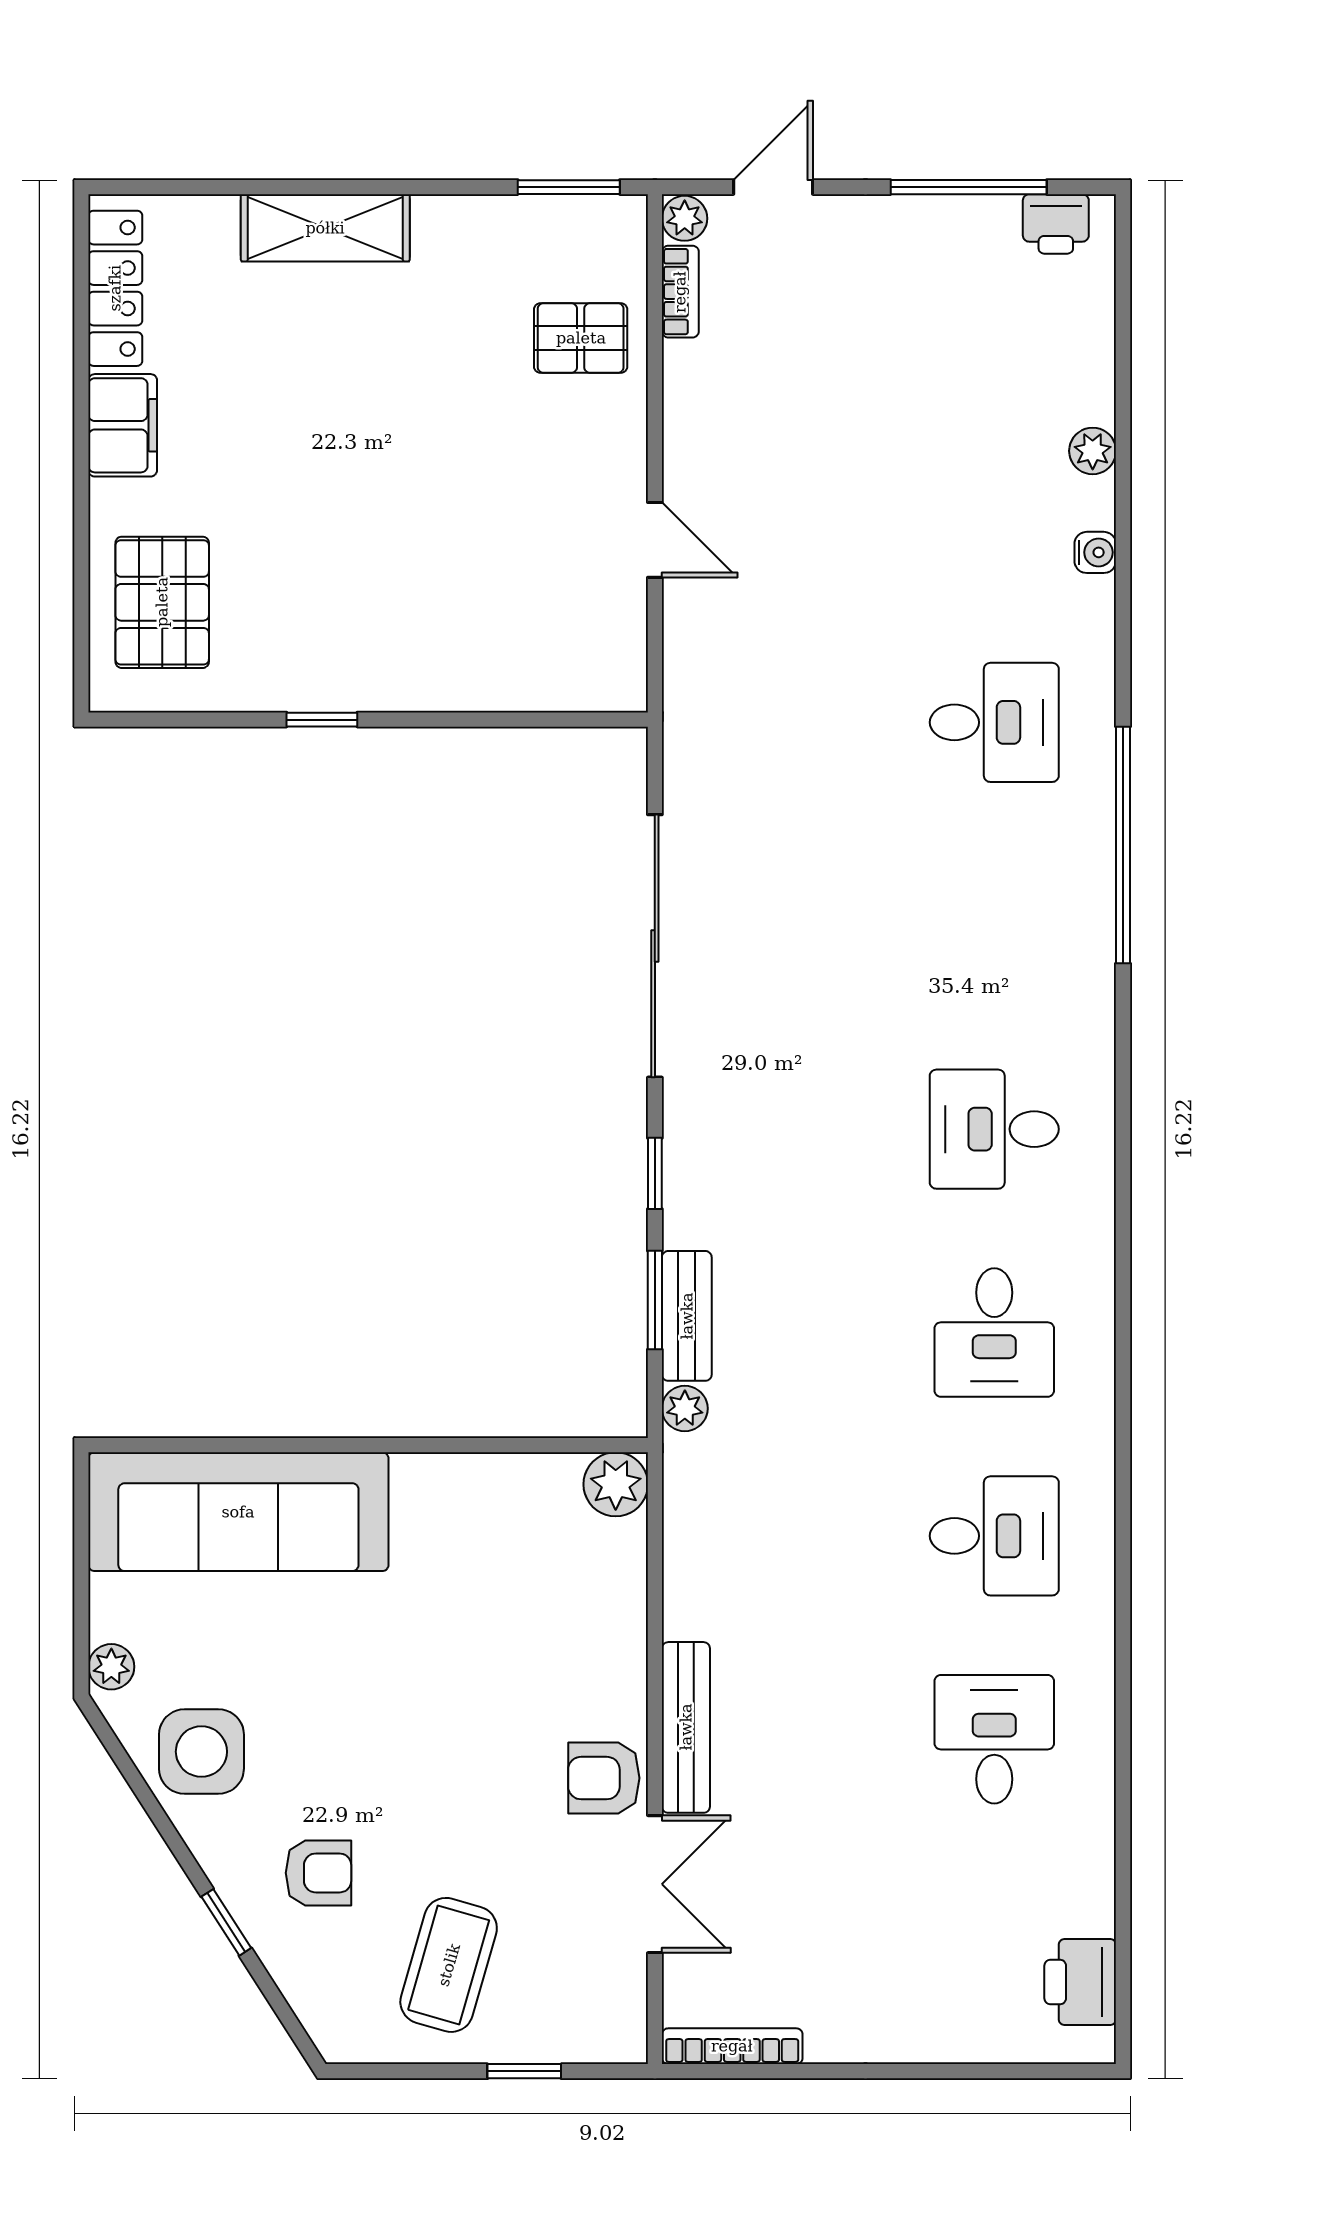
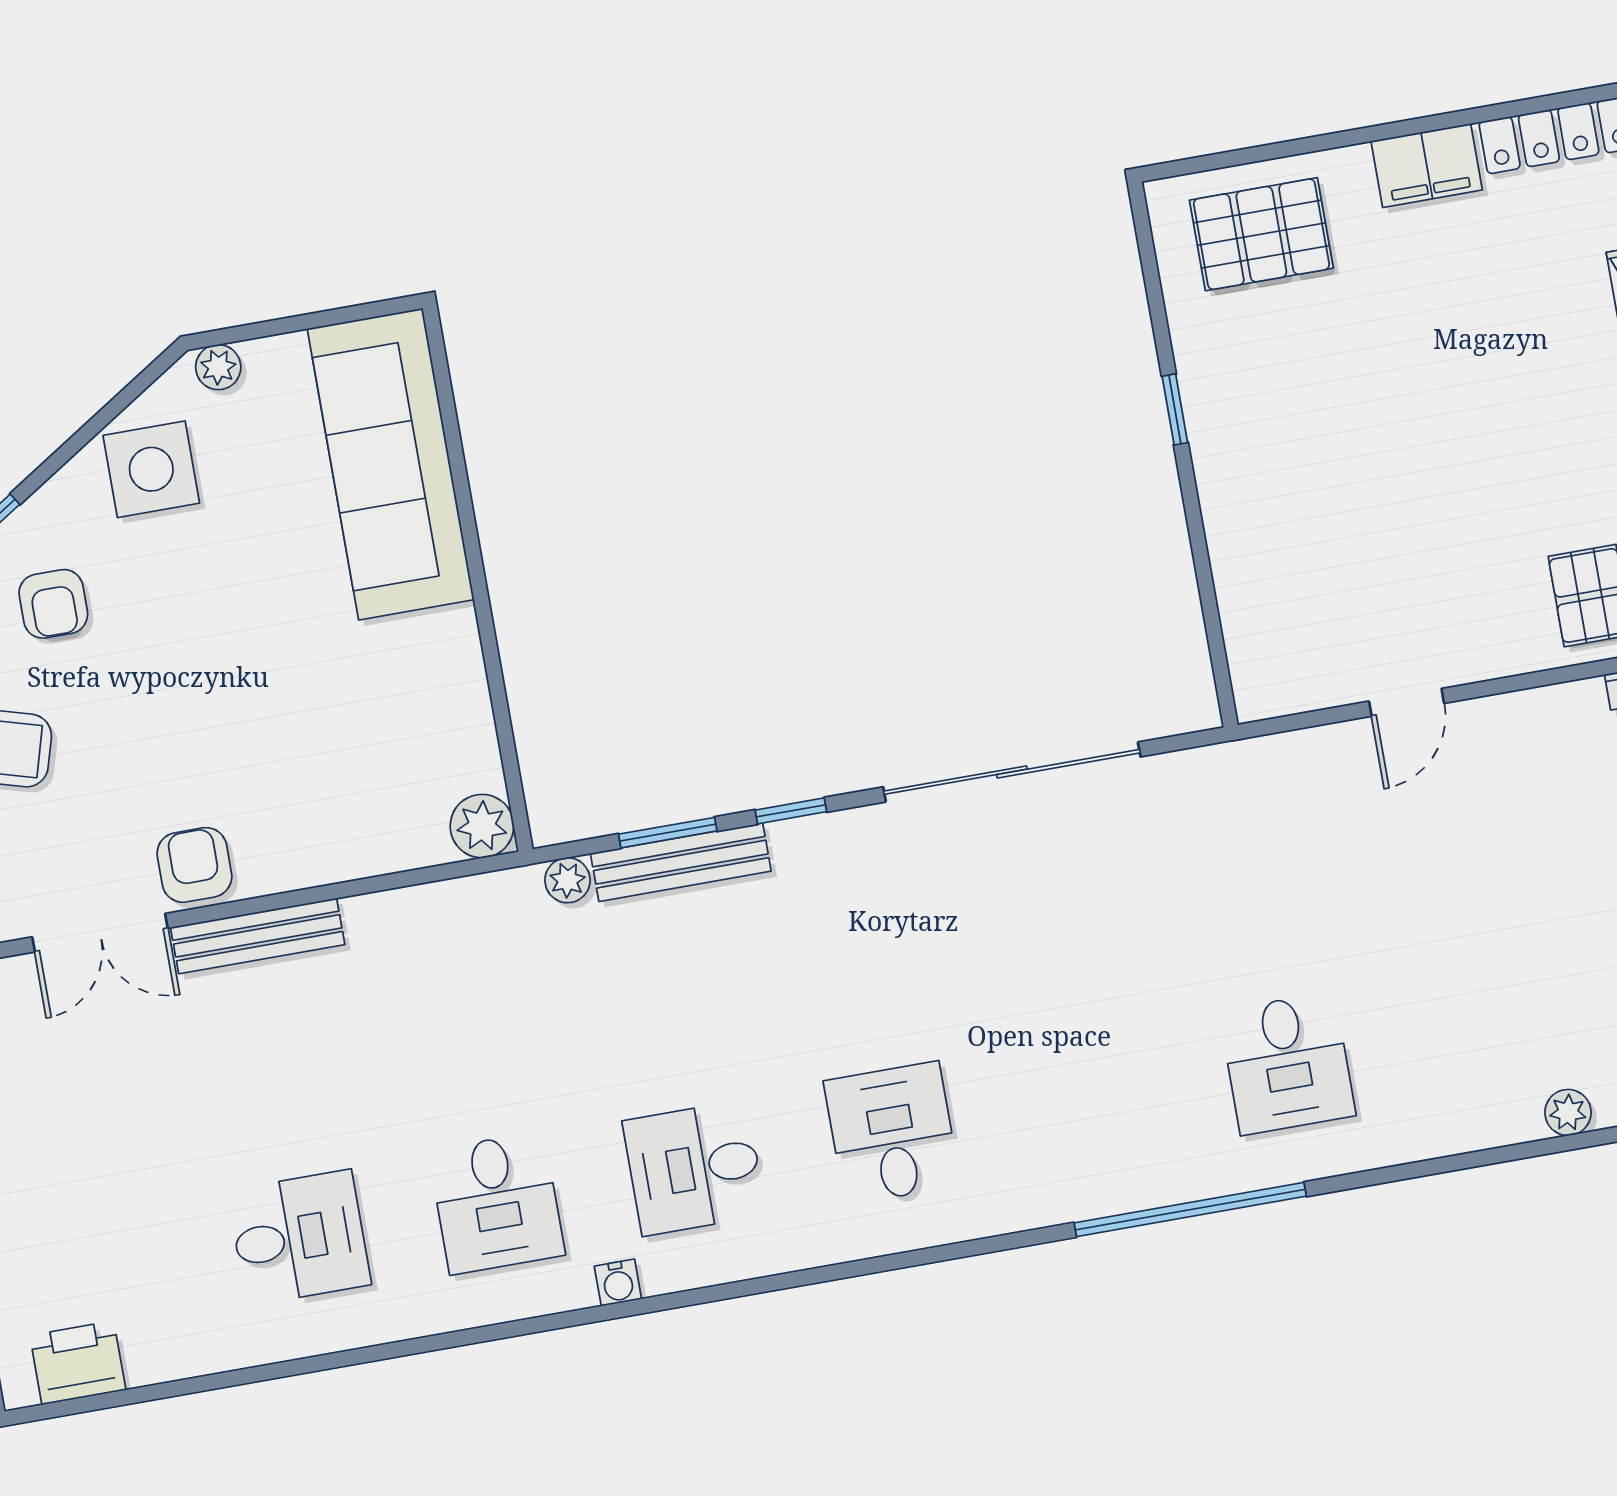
water cooler: (1095, 552) -> (618, 1283), moved
bench: (687, 1316) -> (681, 862), width x1.36

